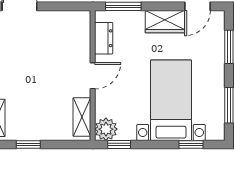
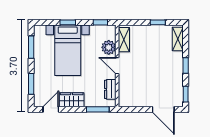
door: (93, 76) -> (117, 66), hinge flipped
plant: (106, 129) -> (109, 47), moved
window: (191, 145) -> (68, 22), moved

